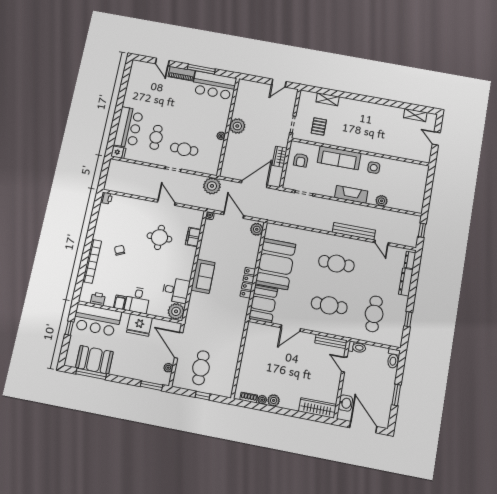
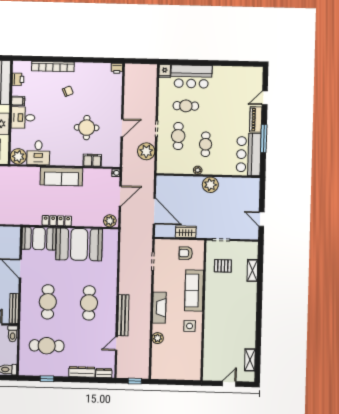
cafe table: (197, 124) -> (206, 144), added
plant: (212, 186) -> (146, 151), moved
sofa: (203, 276) -> (61, 177), width x1.36

